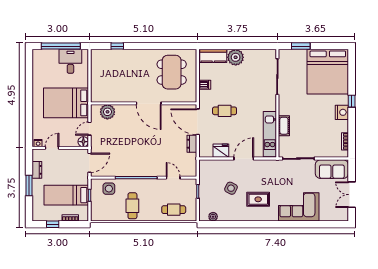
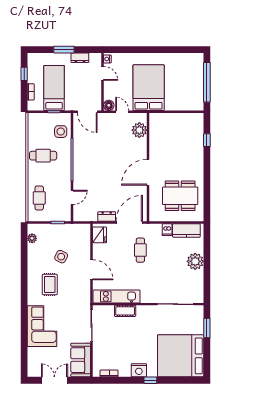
kitchen counter: (213, 56) -> (186, 230), moved, turned -90
desk: (70, 61) -> (191, 92), removed
fridge: (221, 151) -> (100, 235), moved

